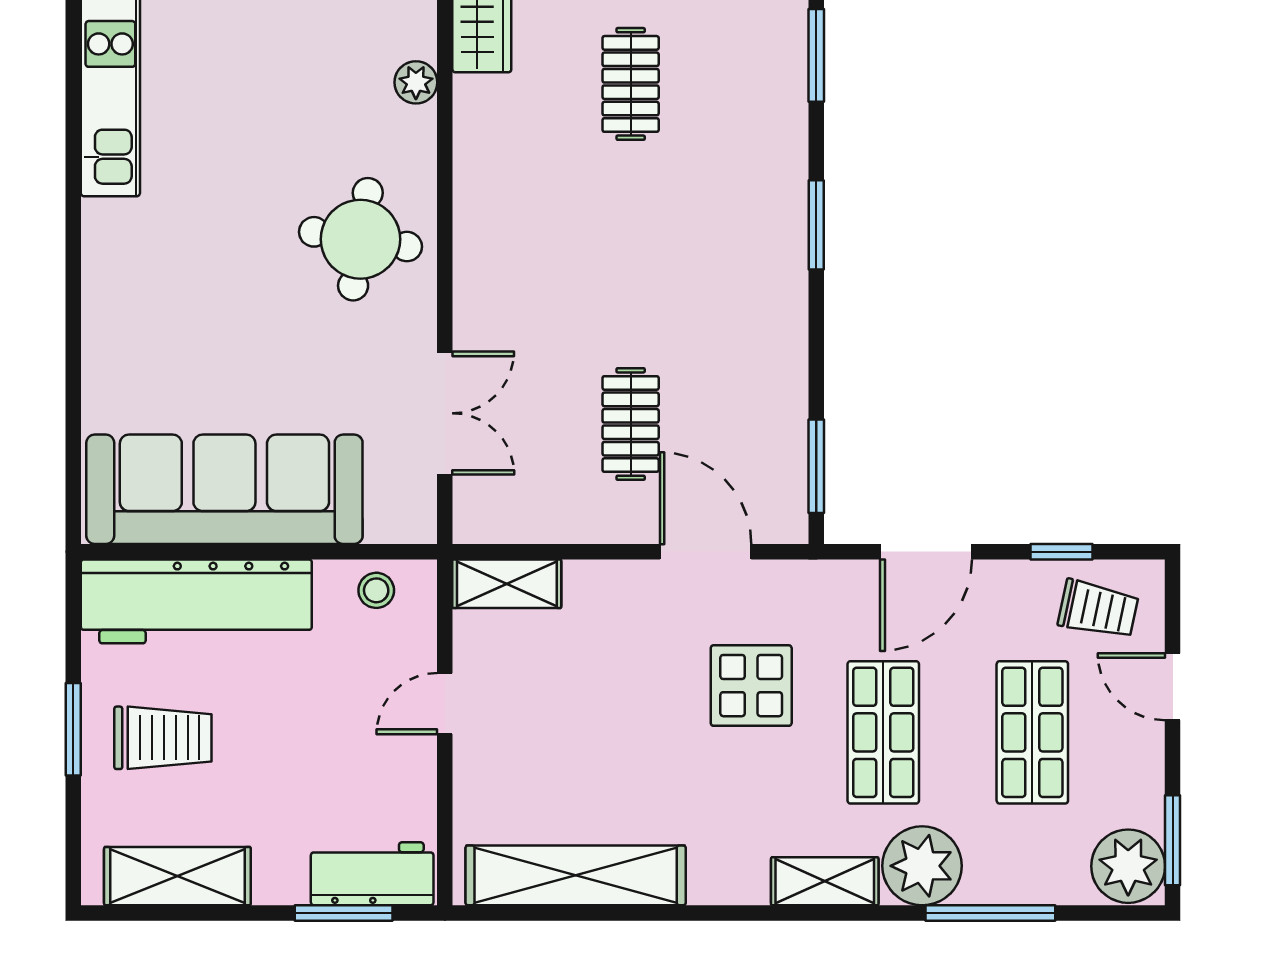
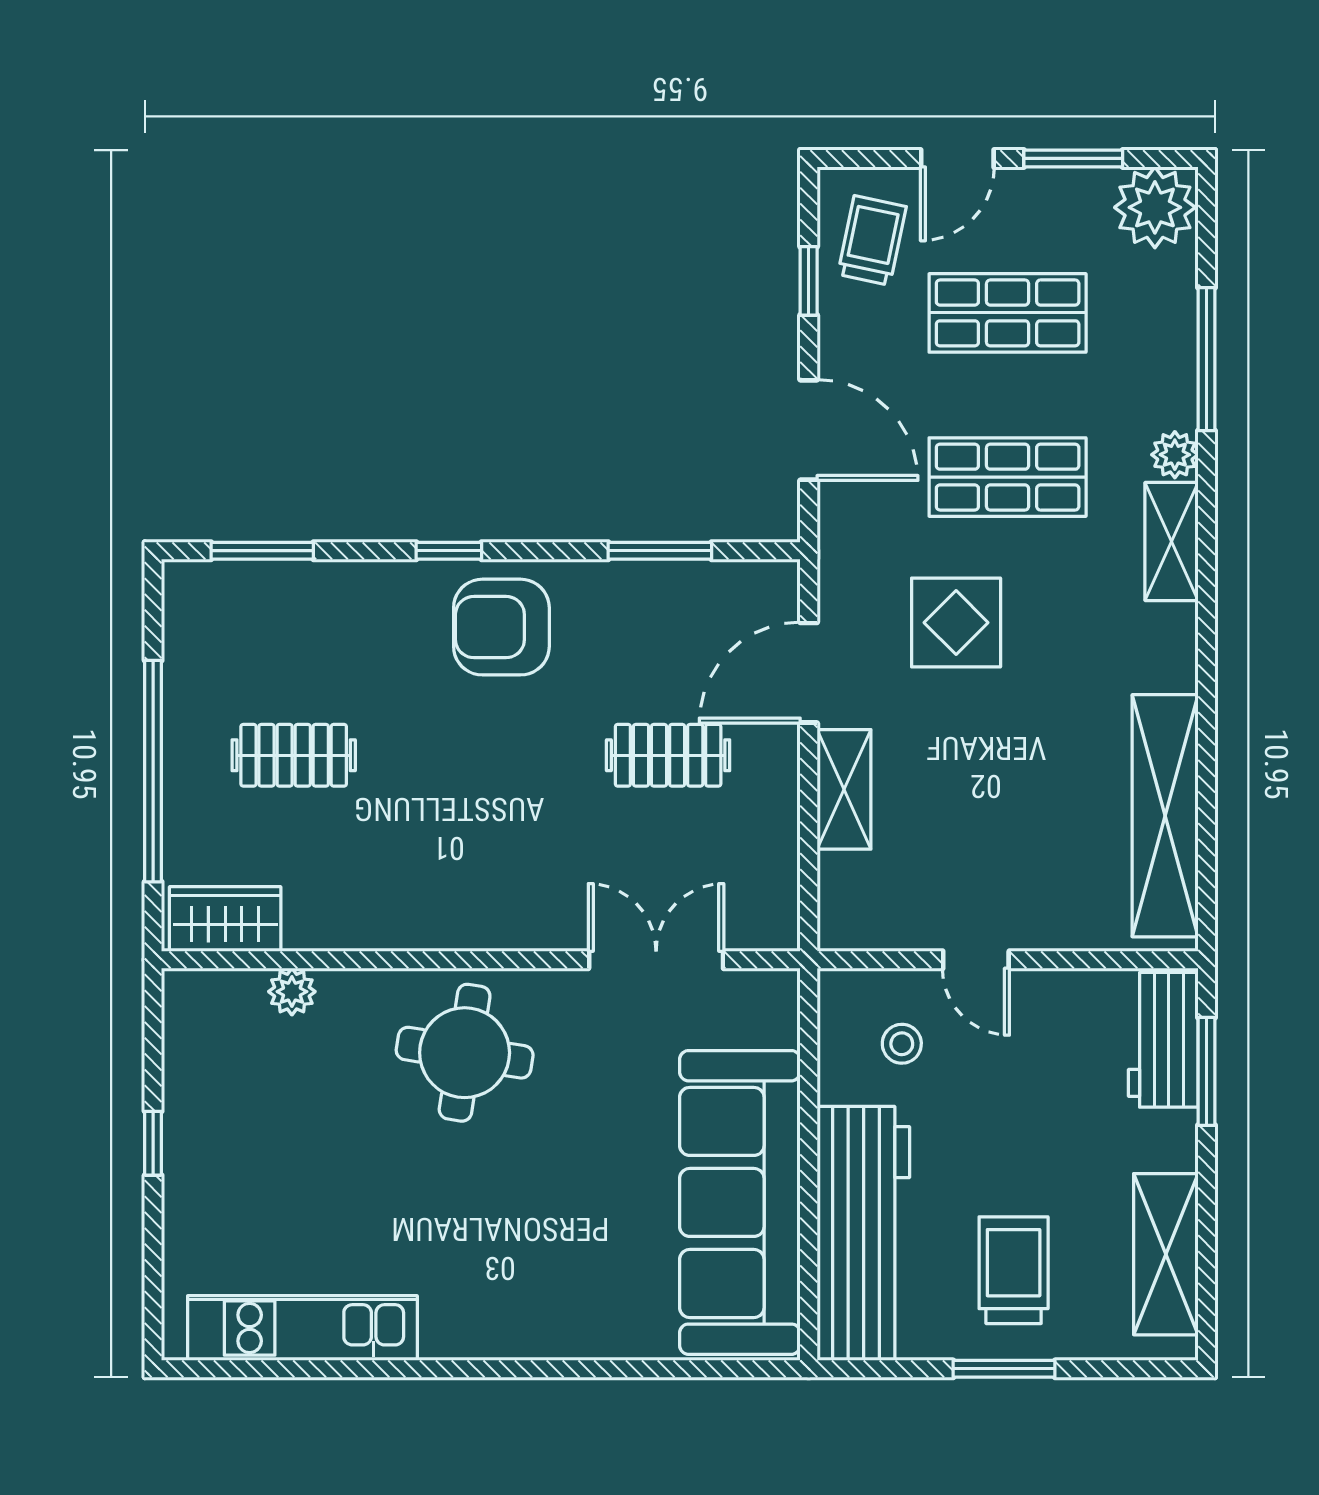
window: (816, 225) -> (449, 551), width x0.67
armchair: (747, 273) -> (501, 627), added
window: (816, 466) -> (660, 551), moved
shelving: (507, 584) -> (844, 789), moved
stool: (376, 590) -> (902, 1044), moved
window: (1173, 840) -> (1073, 158), moved
plant: (922, 866) -> (1175, 455), width x0.53, depth x0.53

